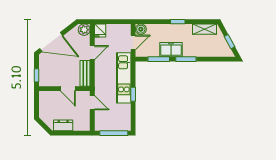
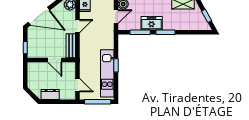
kitchen unit: (124, 78) -> (107, 73), moved
door: (92, 103) -> (78, 85), moved

